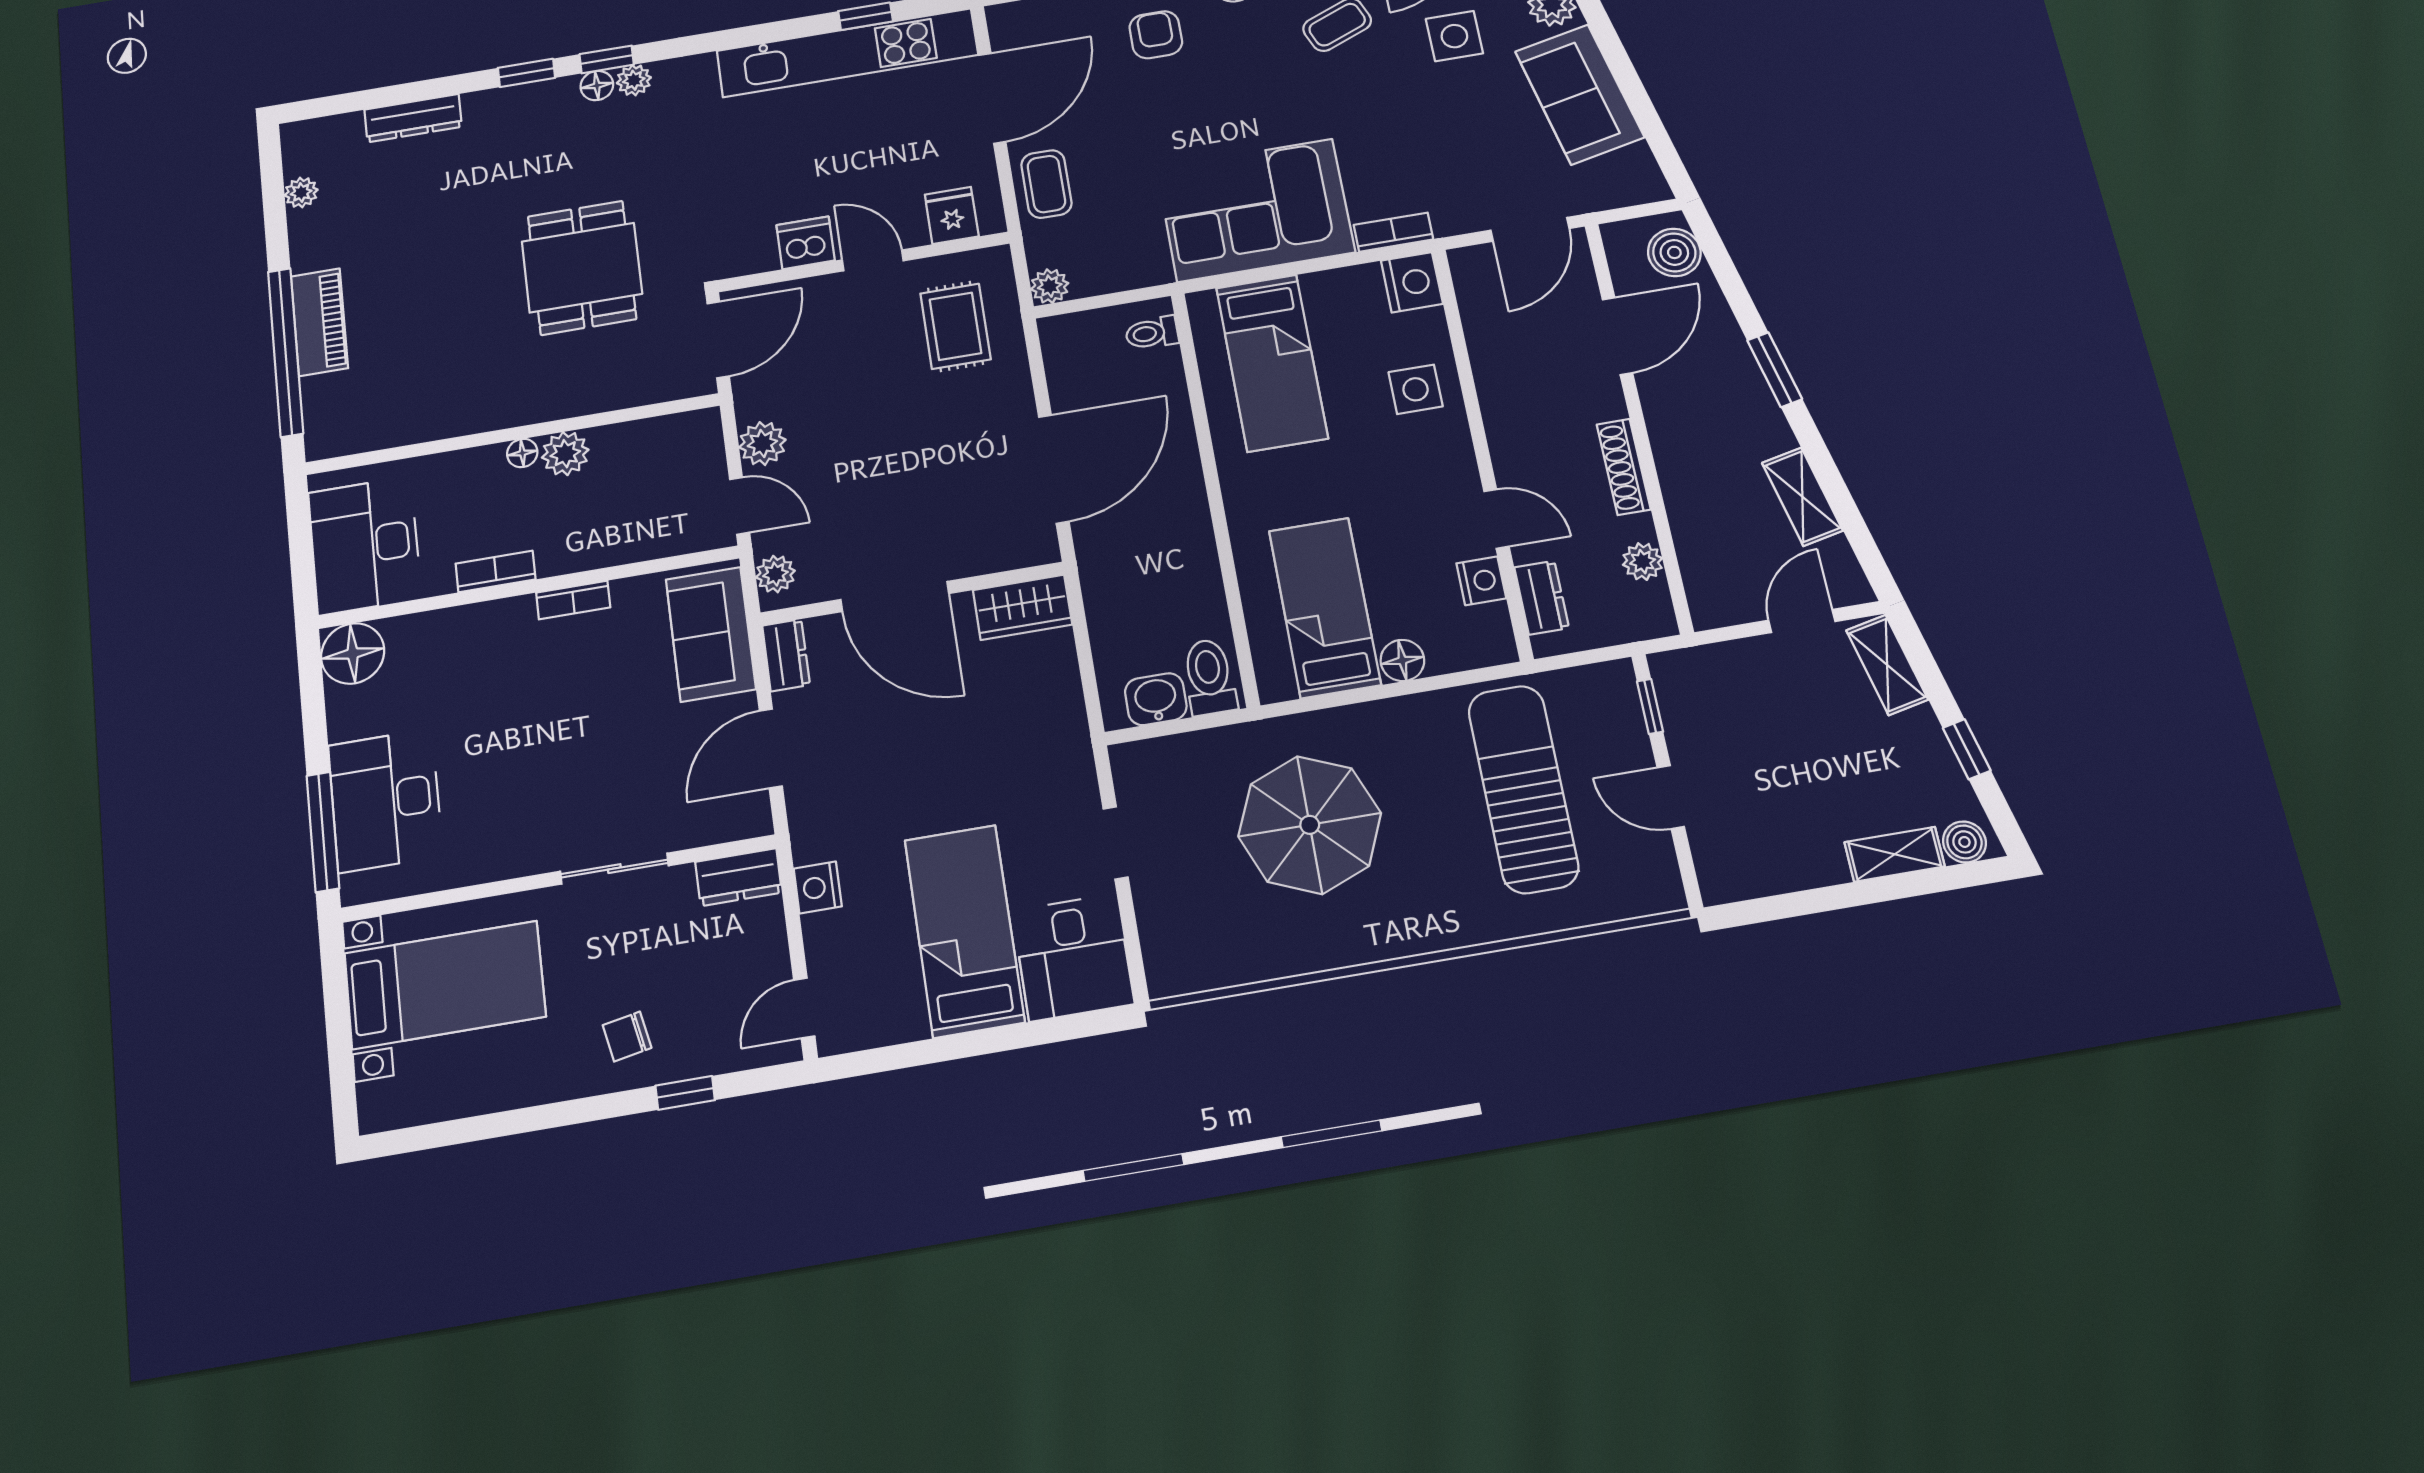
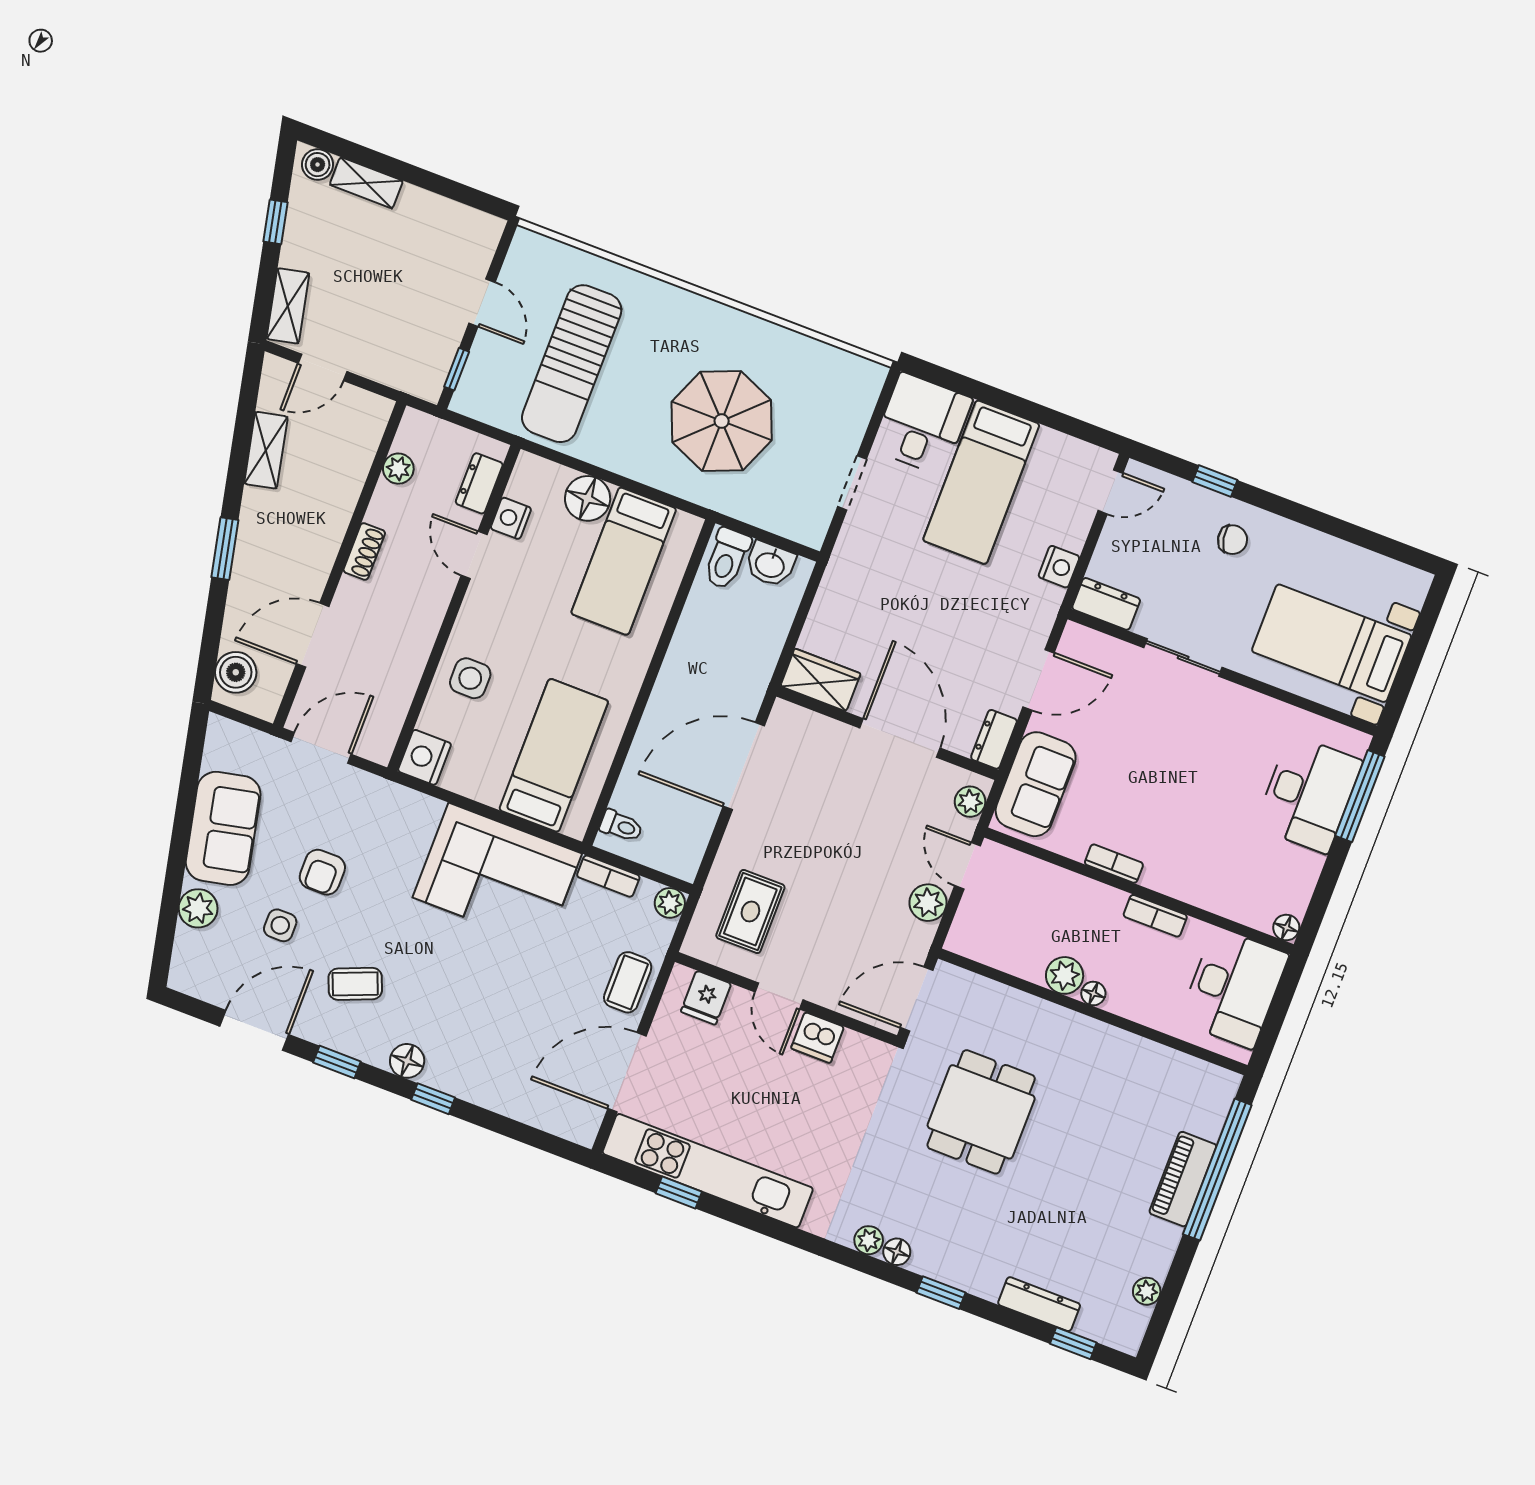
armchair: (1156, 35) -> (322, 872), moved
side table: (1454, 36) -> (280, 925), width x0.73, depth x0.73
window: (607, 59) -> (1073, 1343), moved
bookcase: (1393, 232) -> (608, 876), moved
shoe rack: (1624, 467) -> (364, 551), width x0.70
floor lamp: (353, 653) -> (1286, 928), width x0.53, depth x0.53
floor lamp: (1402, 660) -> (588, 498), width x1.38, depth x1.38

